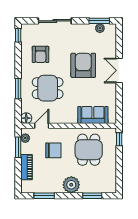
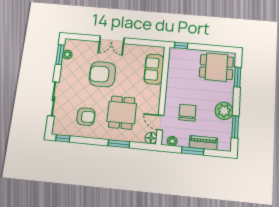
window: (18, 147) -> (193, 151), moved
dining table: (89, 150) -> (216, 67), moved
plant: (71, 185) -> (224, 111), moved

